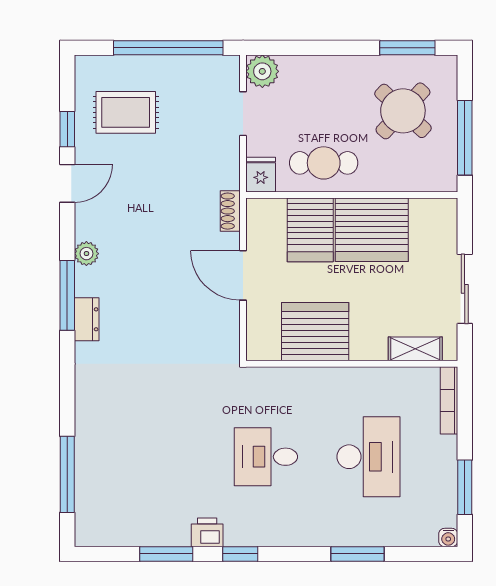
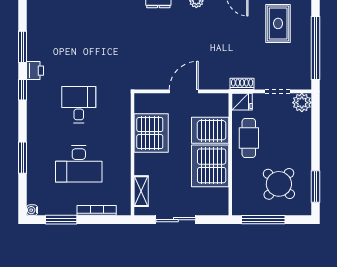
shoe rack: (230, 211) -> (242, 84), moved
bookcase: (449, 400) -> (97, 210), moved

